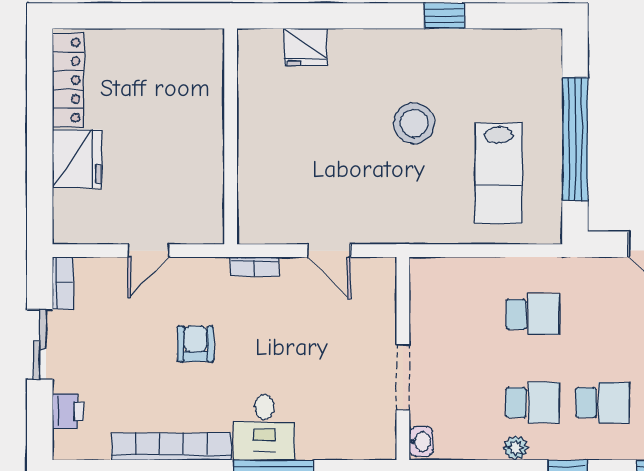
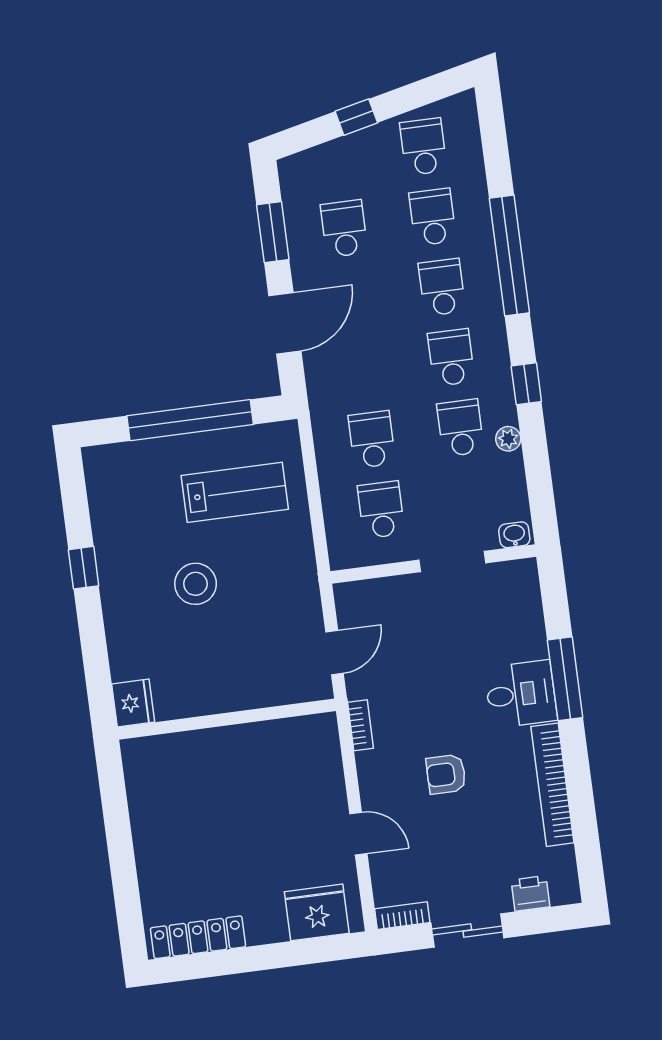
wall: (231, 136) -> (227, 719), moved
fridge: (77, 159) -> (317, 912), moved
school desk: (463, 314) -> (381, 510), added

